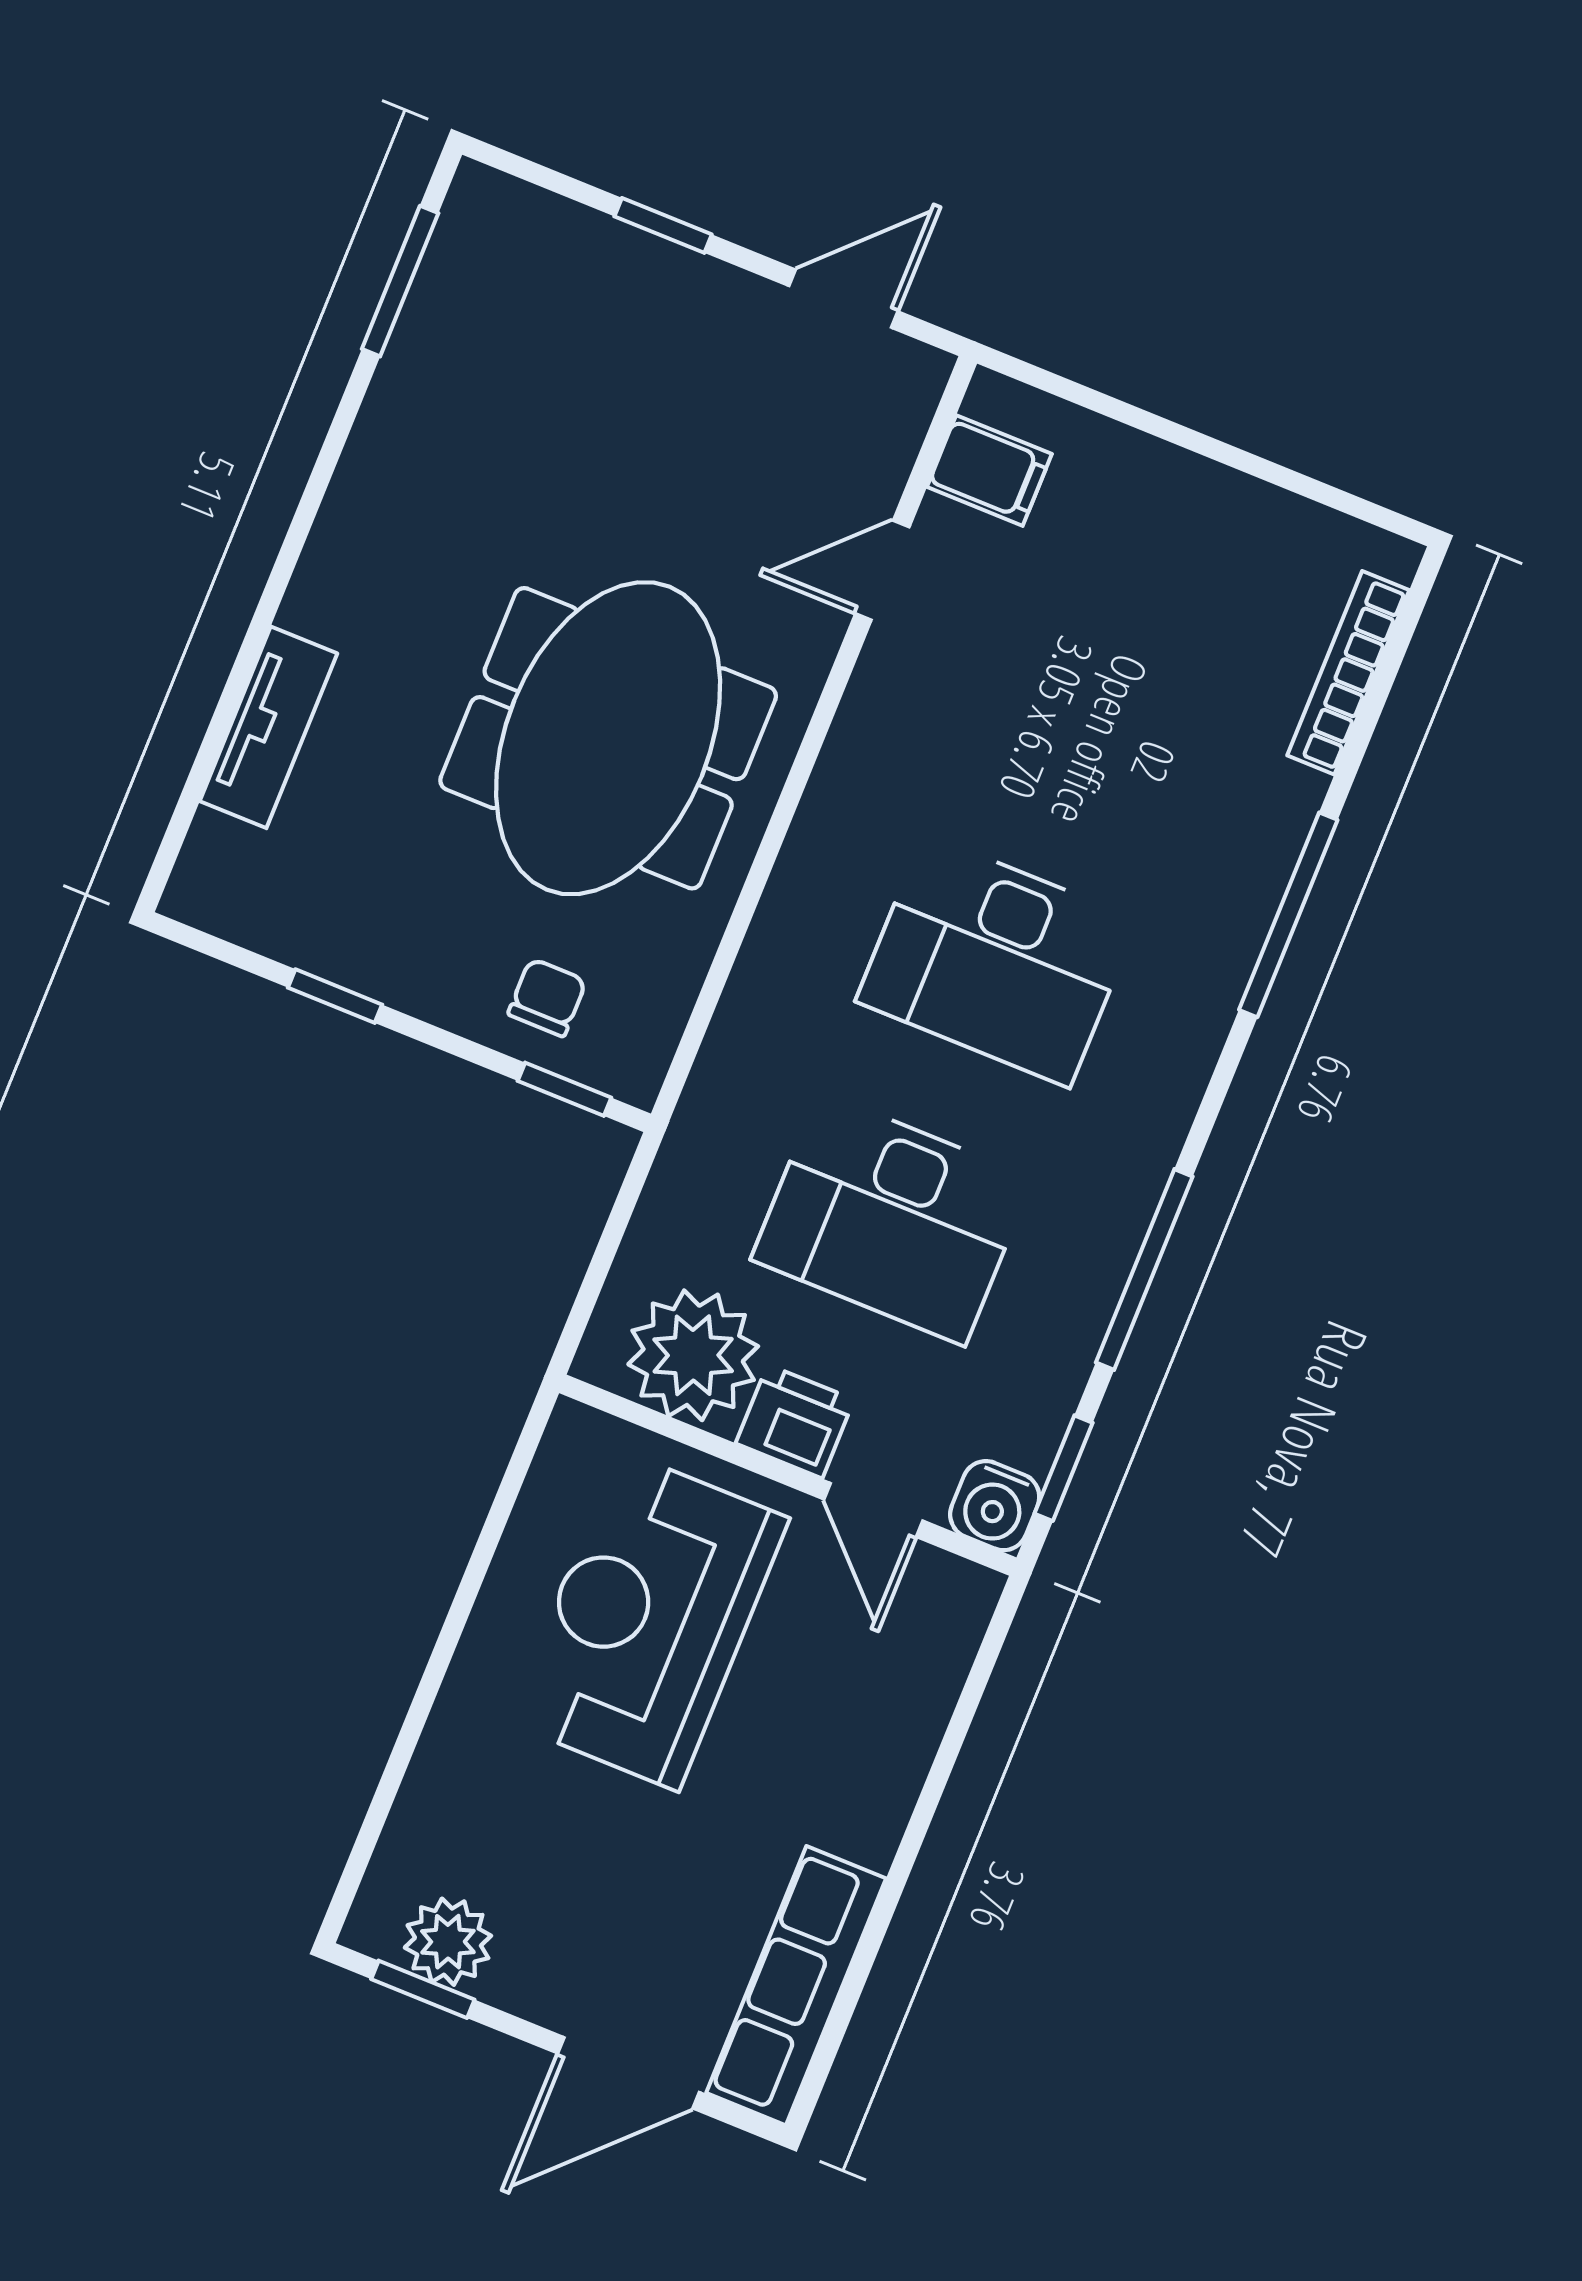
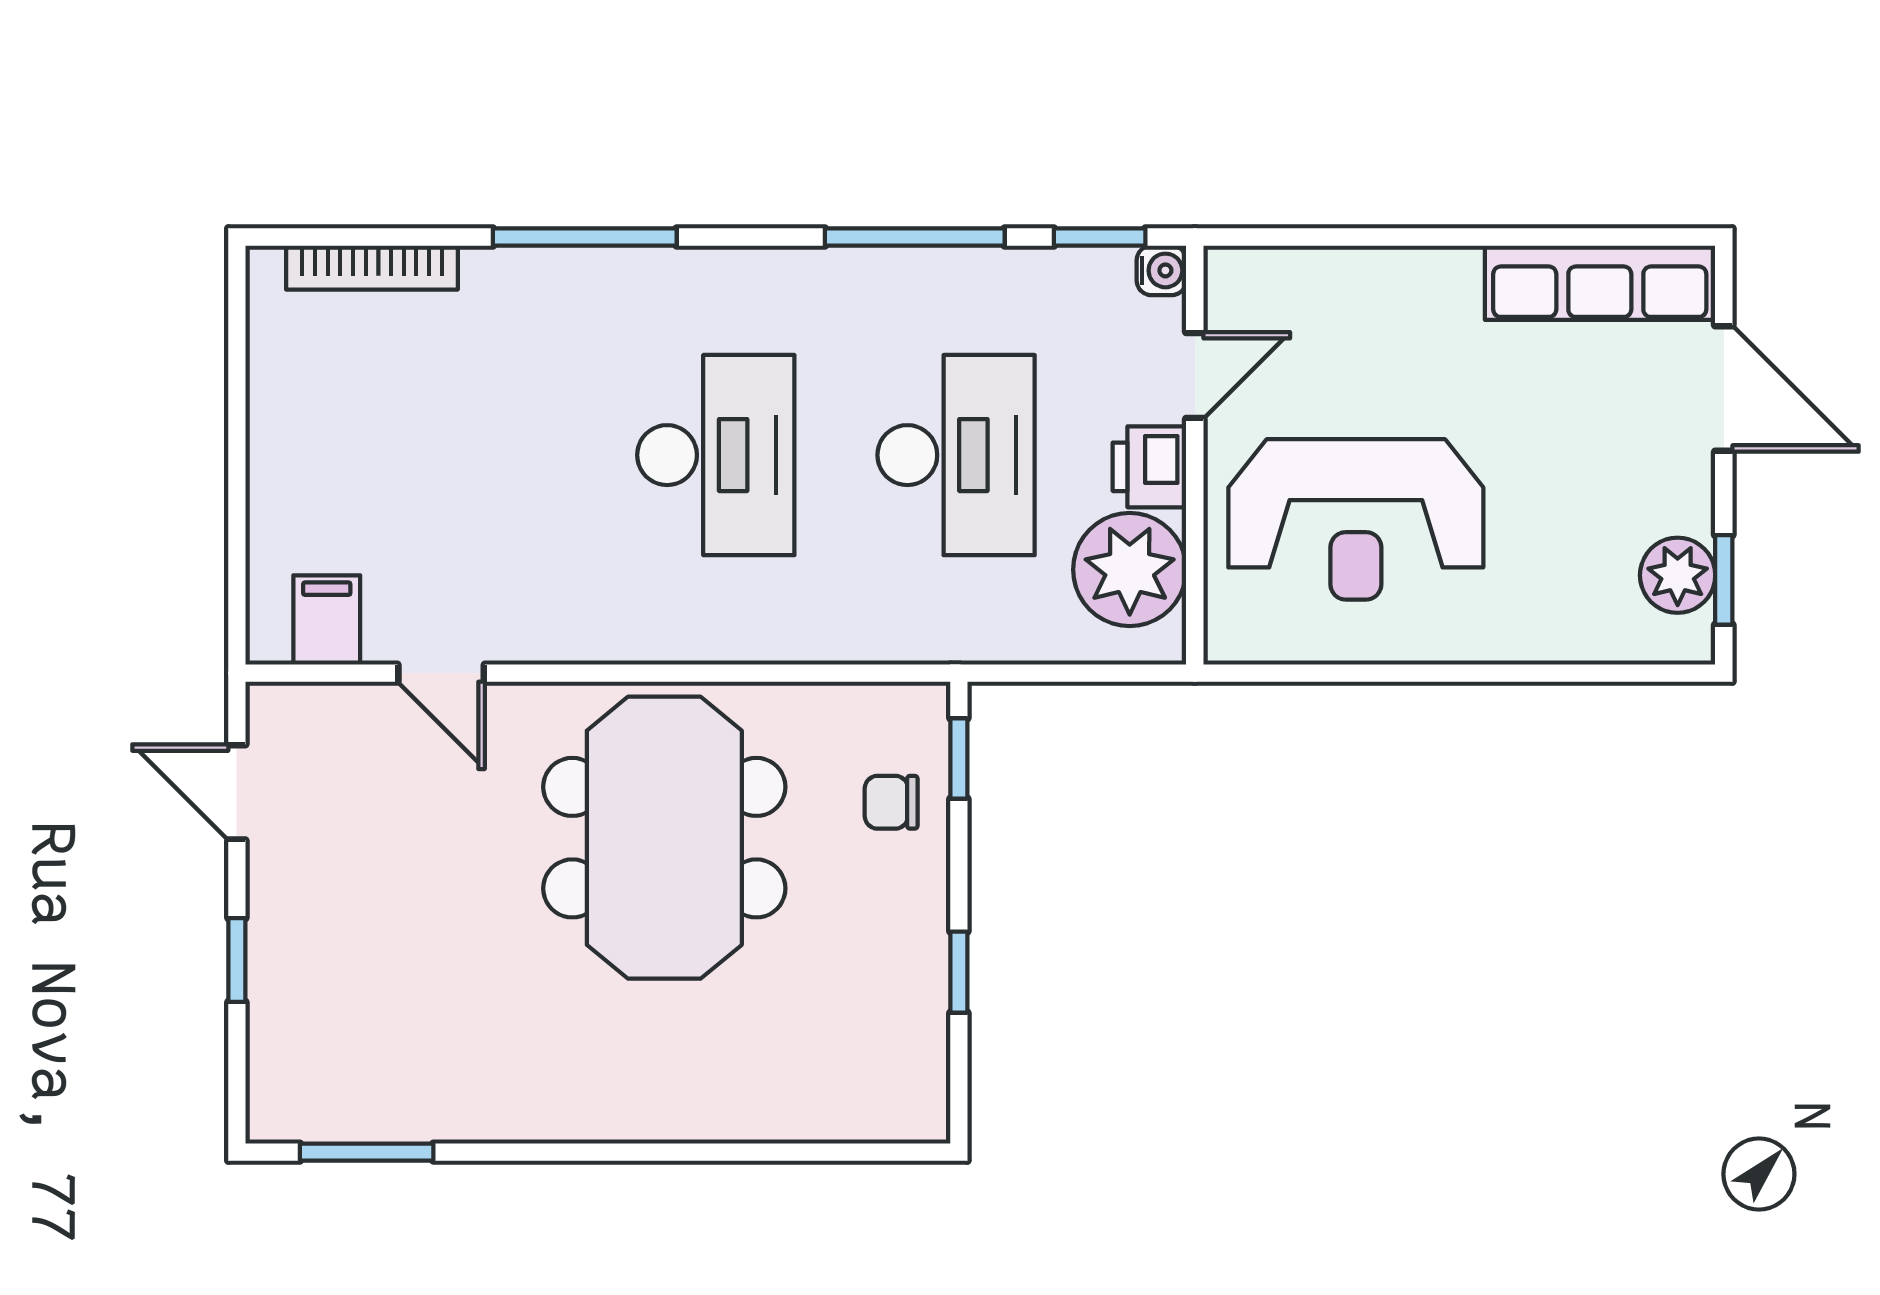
tv unit: (269, 727) -> (766, 1112), removed
meeting table: (608, 738) -> (664, 838), turned 90
water cooler: (995, 1506) -> (1161, 270), width x0.72, depth x0.72

